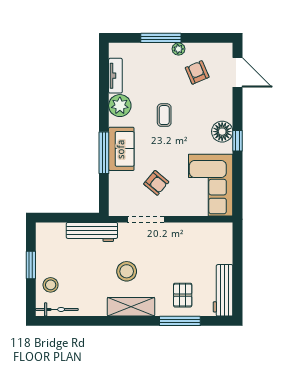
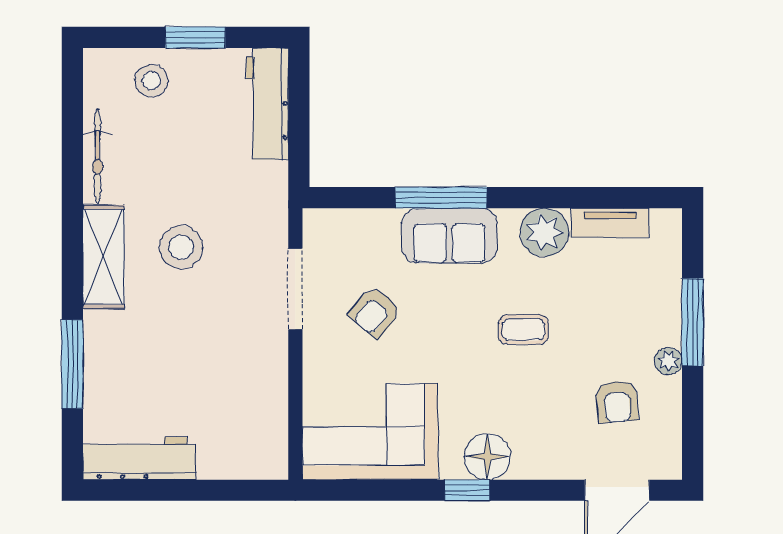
armchair: (197, 72) -> (617, 402), turned 108
workbench: (92, 232) -> (267, 104), moved
pallet: (183, 295) -> (129, 370), removed
bicycle: (57, 309) -> (98, 156), moved

